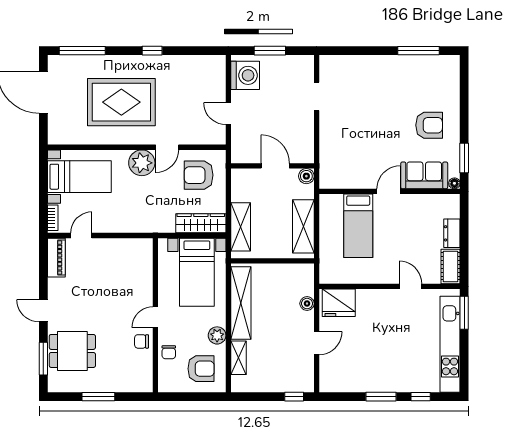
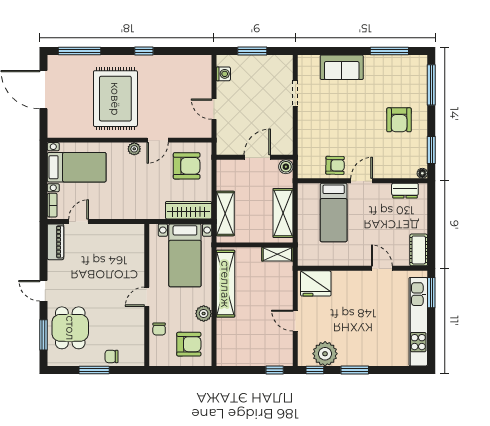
washing machine: (245, 75) -> (223, 74), width x0.53, depth x0.53
window: (464, 87) -> (431, 85), added
rug: (121, 102) -> (115, 99), turned 90
armchair: (429, 125) -> (399, 120), turned 90
plant: (142, 163) -> (134, 149), width x0.53, depth x0.53
door: (275, 166) -> (257, 157), hinge flipped
armchair: (199, 175) -> (187, 166), turned 180
armchair: (360, 175) -> (335, 165), added
sofa: (424, 175) -> (342, 67), moved, turned 180
dresser: (452, 233) -> (405, 191), moved, turned -90
boiler: (307, 304) -> (286, 284), removed
chair: (142, 341) -> (112, 356), moved
door: (317, 343) -> (295, 321), swing flipped
dining table: (72, 351) -> (70, 328), turned 90
shelving: (238, 358) -> (277, 254), moved, turned 90
plant: (349, 379) -> (325, 354), added
window: (421, 397) -> (315, 370), moved

